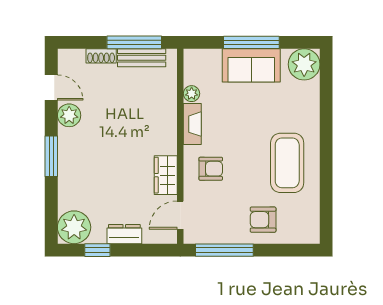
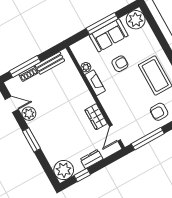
window: (134, 42) -> (25, 66), moved
armchair: (211, 169) -> (120, 64), moved

